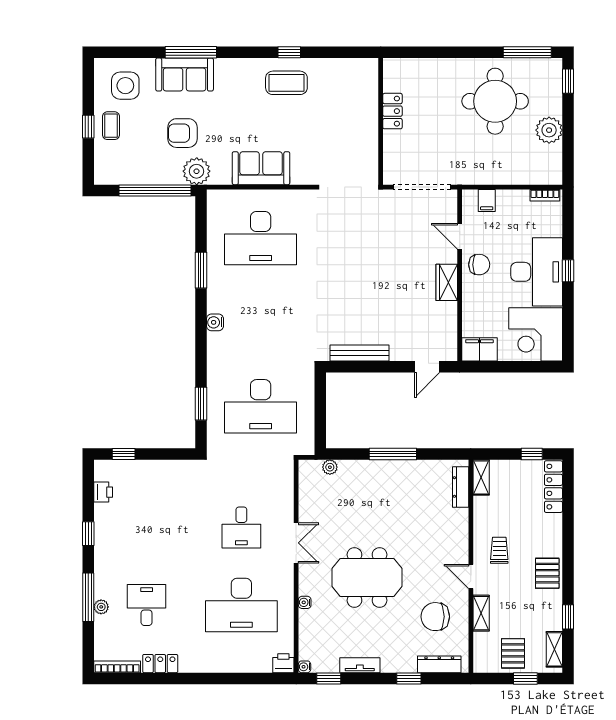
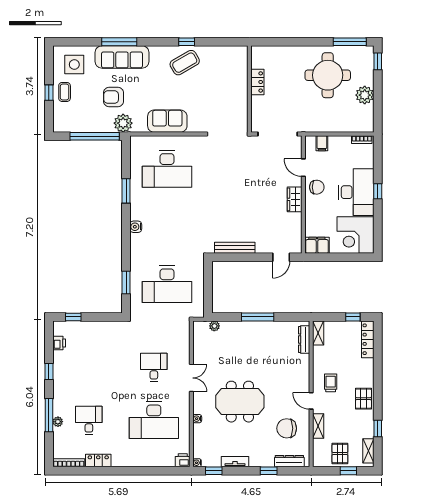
sofa: (185, 75) -> (122, 57), width x1.36
coffee table: (286, 83) -> (185, 63), turned -30
desk: (241, 528) -> (154, 367), turned 180

